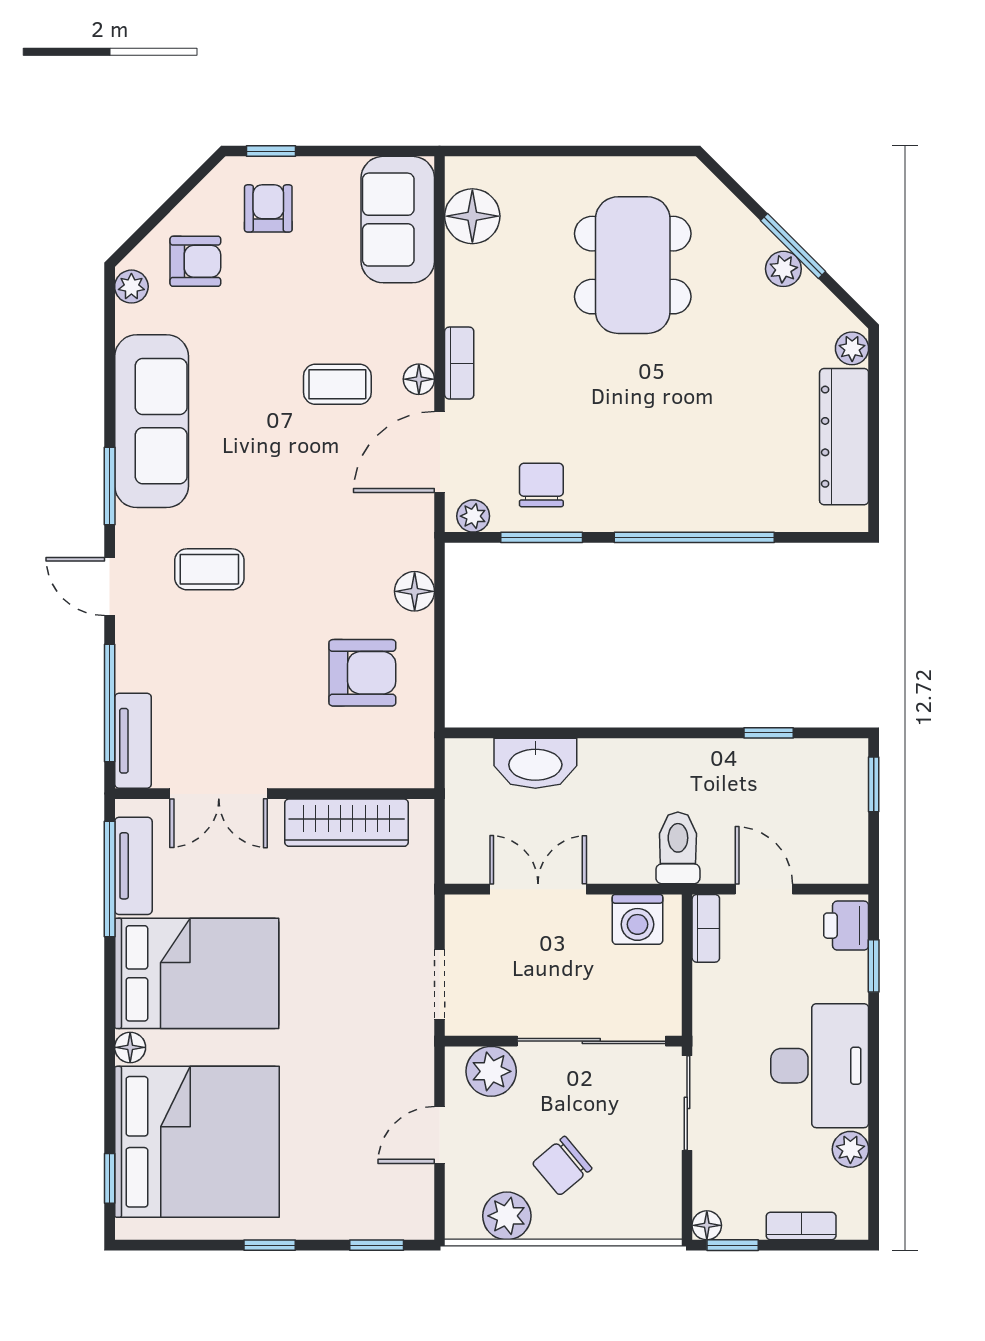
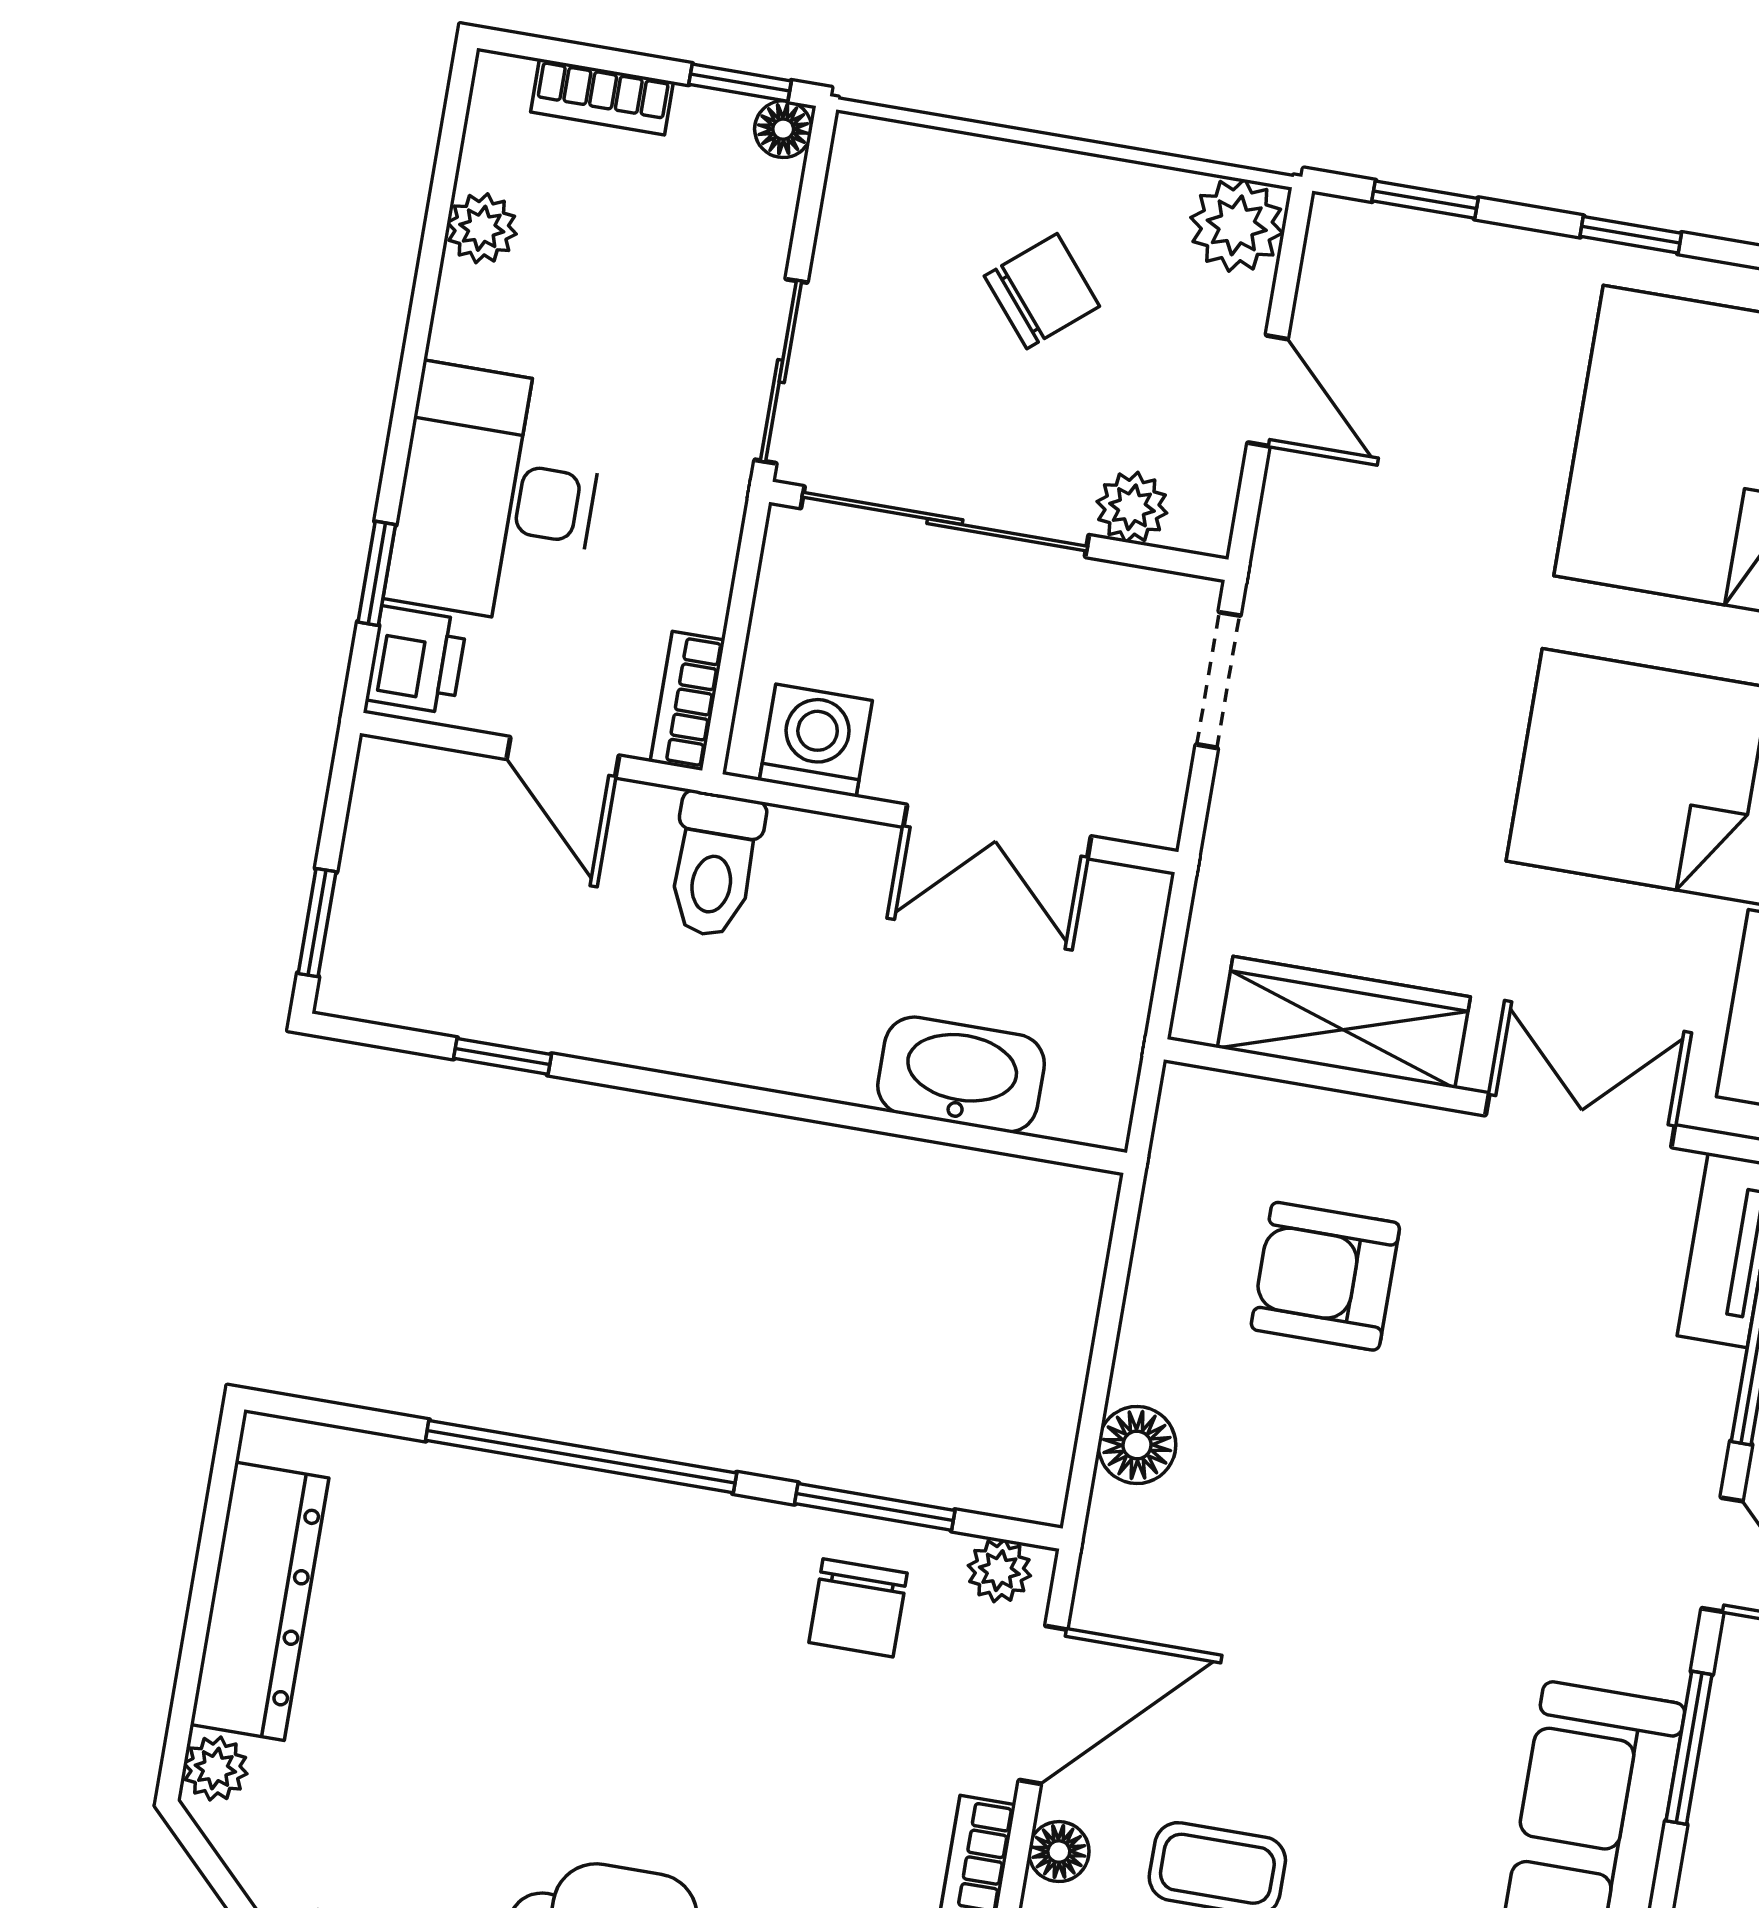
coffee table: (209, 569) -> (1524, 1555), removed
armchair: (362, 673) -> (1325, 1276), moved
desk: (820, 1066) -> (497, 495), moved
plant: (491, 1071) -> (1132, 507), width x0.73, depth x0.73
door: (440, 1135) -> (1268, 391), hinge flipped
plant: (507, 1216) -> (1237, 225), moved

